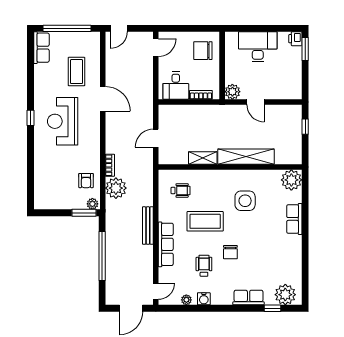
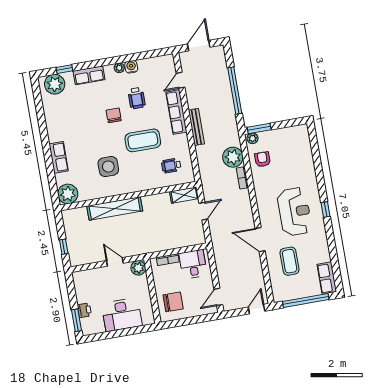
printer: (295, 39) -> (84, 310), moved
shelving: (203, 158) -> (184, 195), moved
door: (156, 291) -> (180, 80), moved
plant: (186, 300) -> (119, 68), moved

